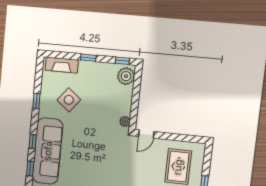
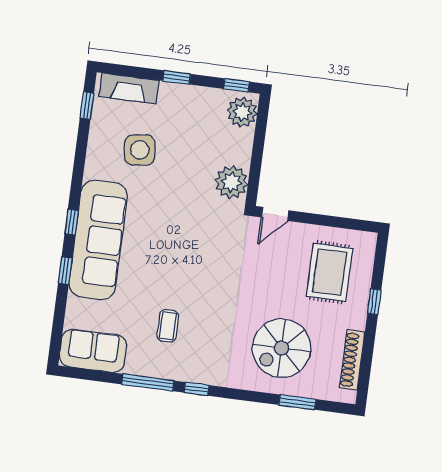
side table: (69, 100) -> (140, 150), turned 45
window: (36, 101) -> (87, 106), moved
plant: (125, 121) -> (231, 182), width x1.88, depth x1.88

